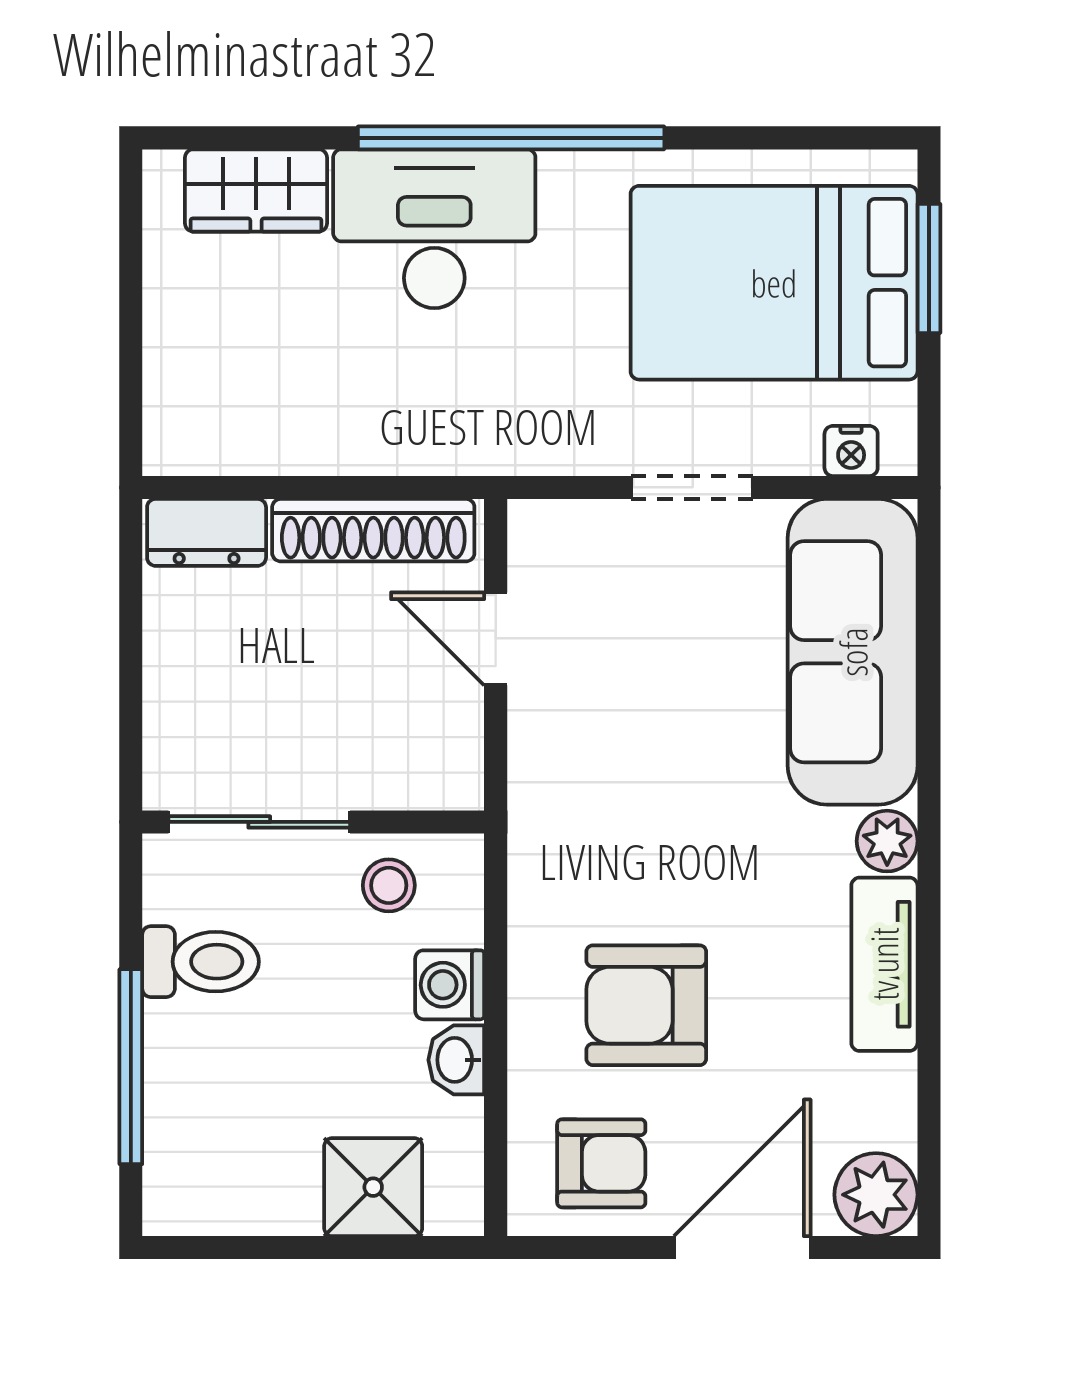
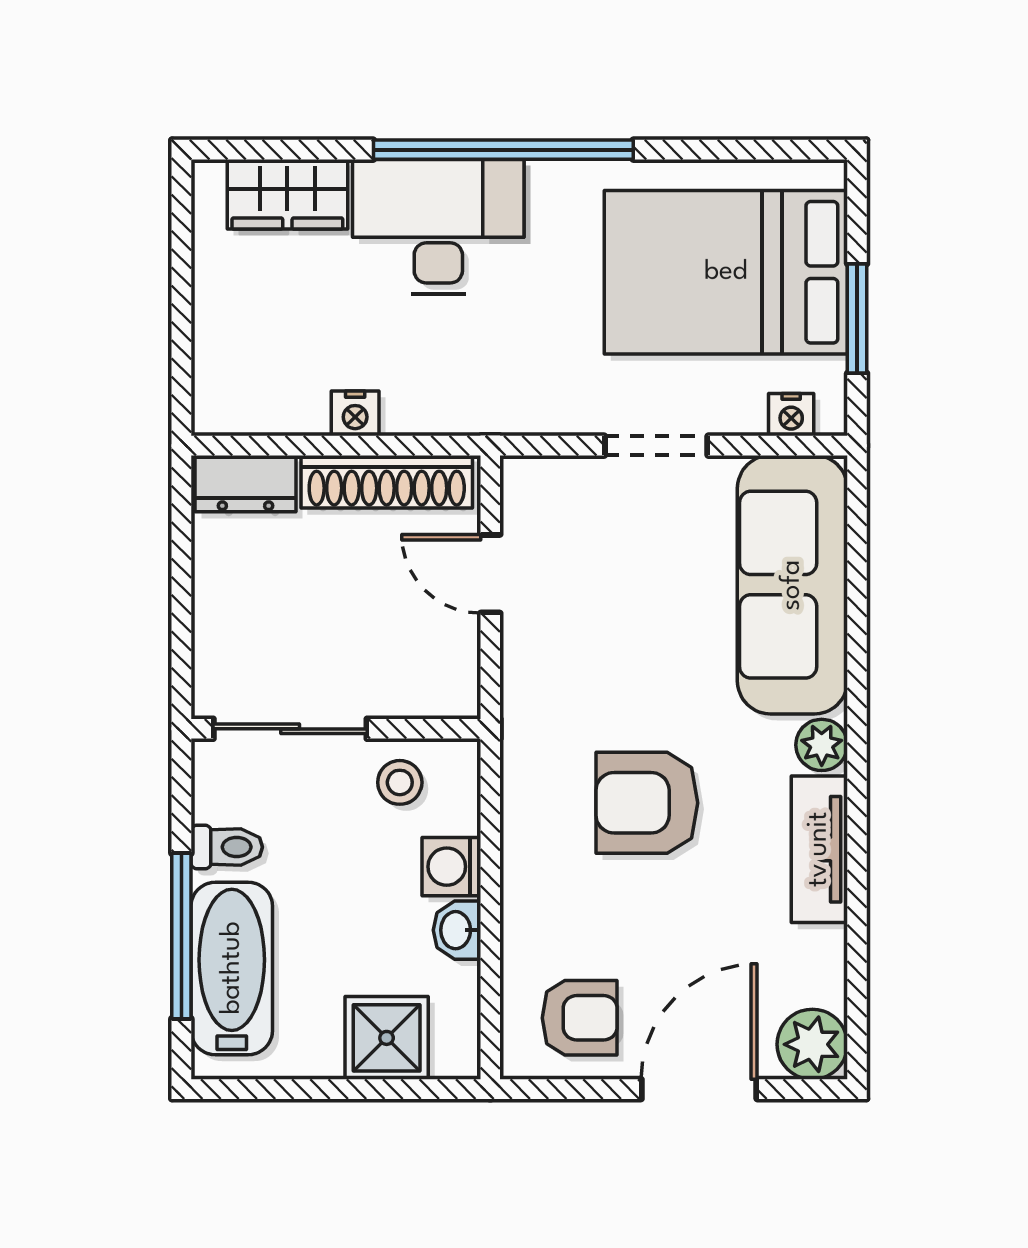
window: (929, 268) -> (857, 319), moved
nightstand: (336, 450) -> (355, 413), added
toilet: (201, 962) -> (227, 847), width x0.73, depth x0.72
armchair: (646, 1005) -> (647, 803), moved
bathtub: (190, 1105) -> (232, 968), added

